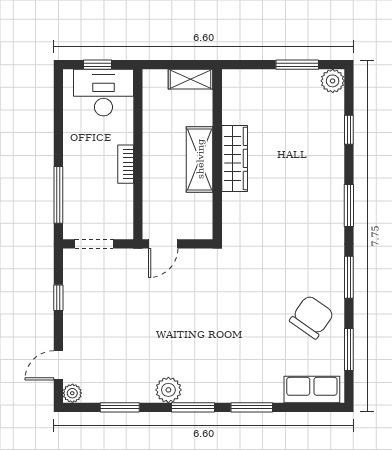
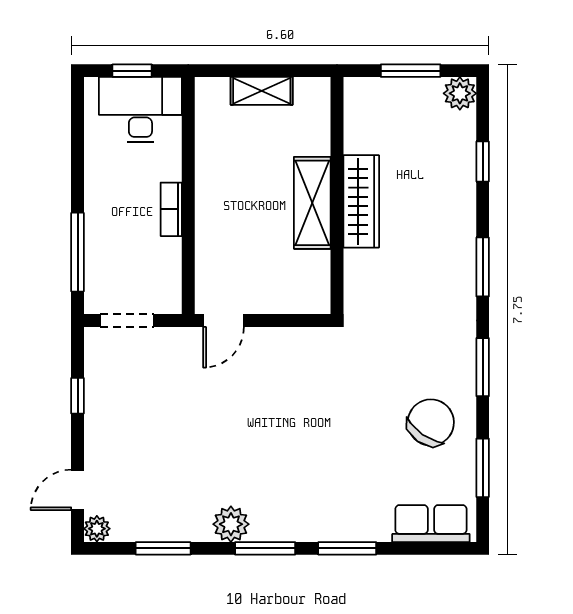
wall: (217, 154) -> (337, 196), moved
wardrobe: (235, 158) -> (361, 201), moved
shelving: (200, 159) -> (312, 203), moved

